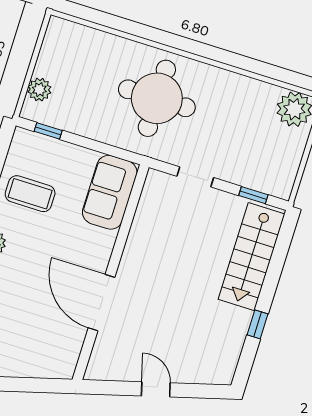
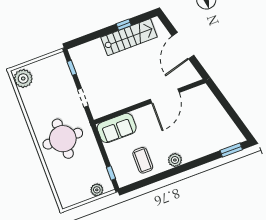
stairs: (252, 257) -> (129, 37), moved
door: (156, 389) -> (183, 46), width x1.88

